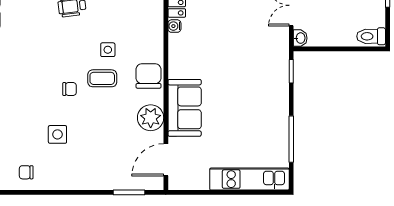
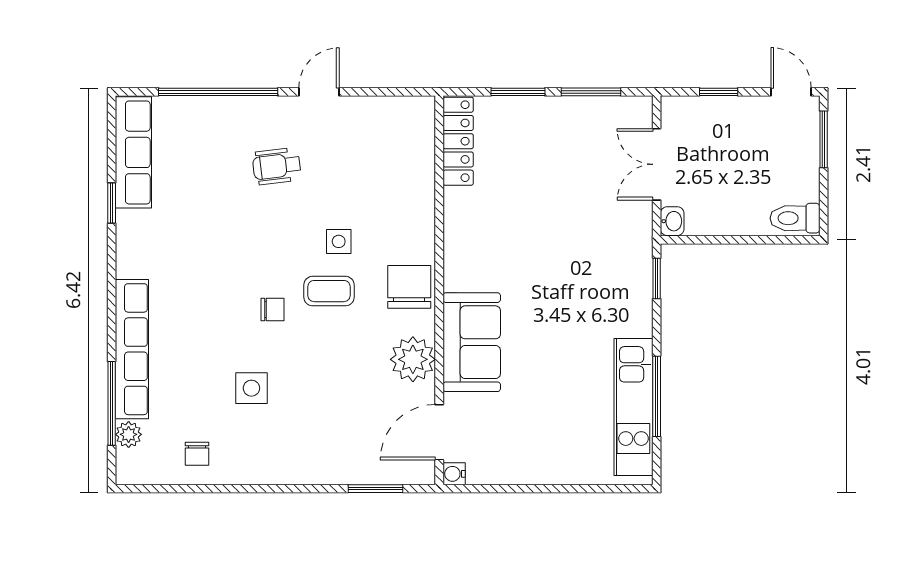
water cooler: (174, 26) -> (454, 474), moved
chair: (26, 172) -> (197, 454), turned -90
kitchen unit: (249, 179) -> (633, 407), moved, turned -90

